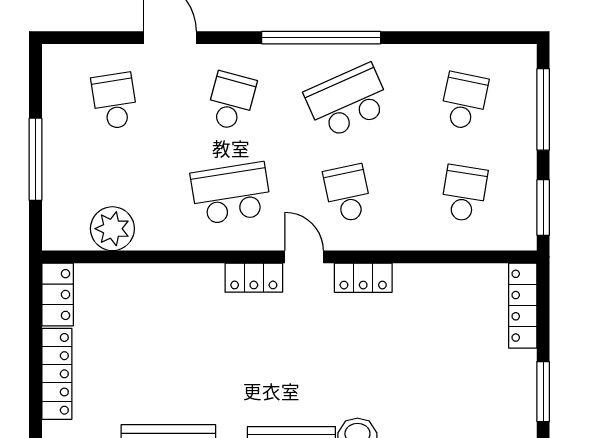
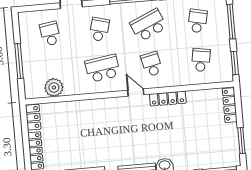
locker: (254, 278) -> (115, 103), removed
locker: (363, 278) -> (168, 99), width x1.53

